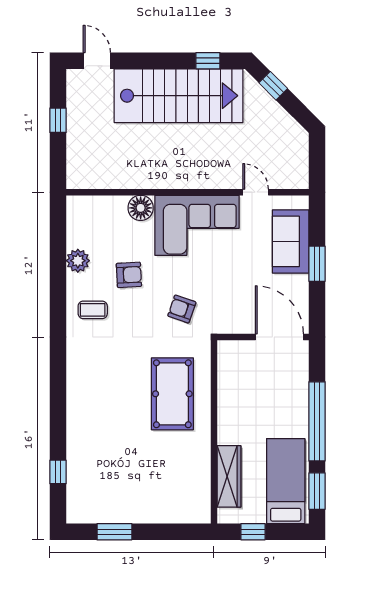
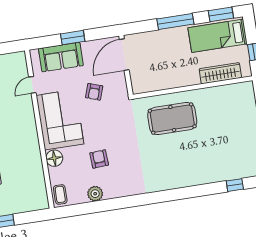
armchair: (182, 309) -> (94, 92), moved
coffee table: (93, 310) -> (60, 194), moved
window: (317, 421) -> (175, 21), width x0.68

